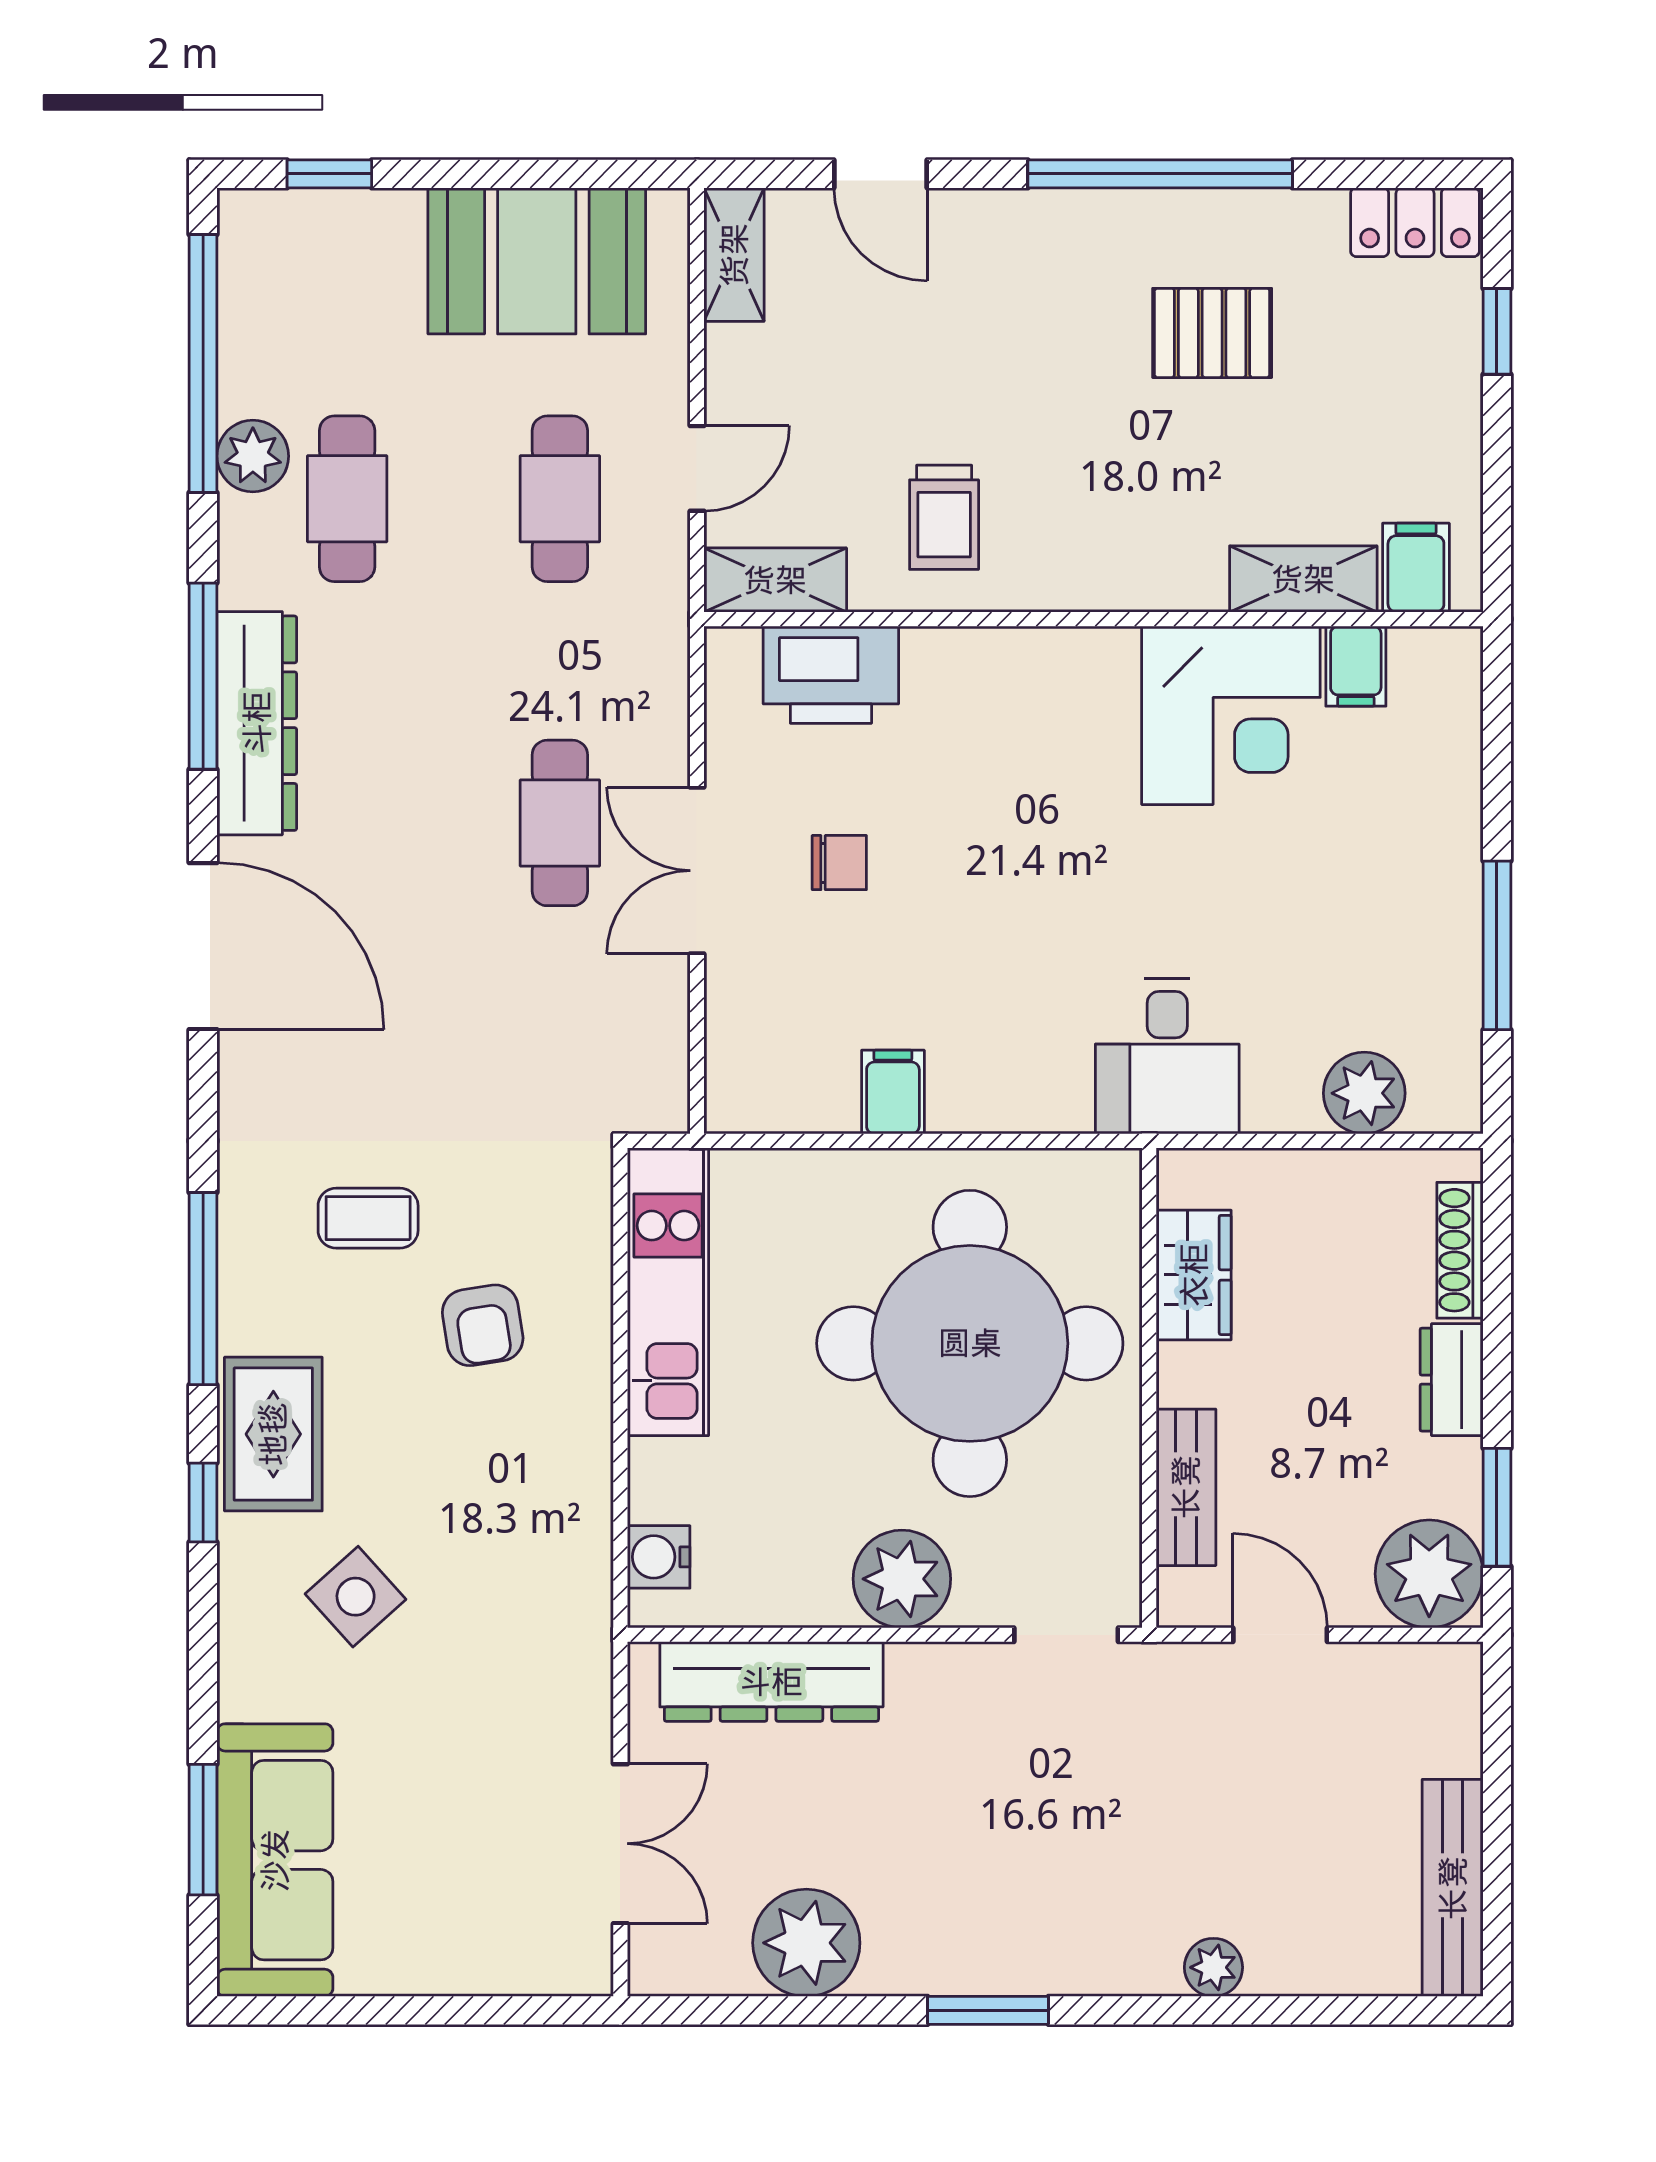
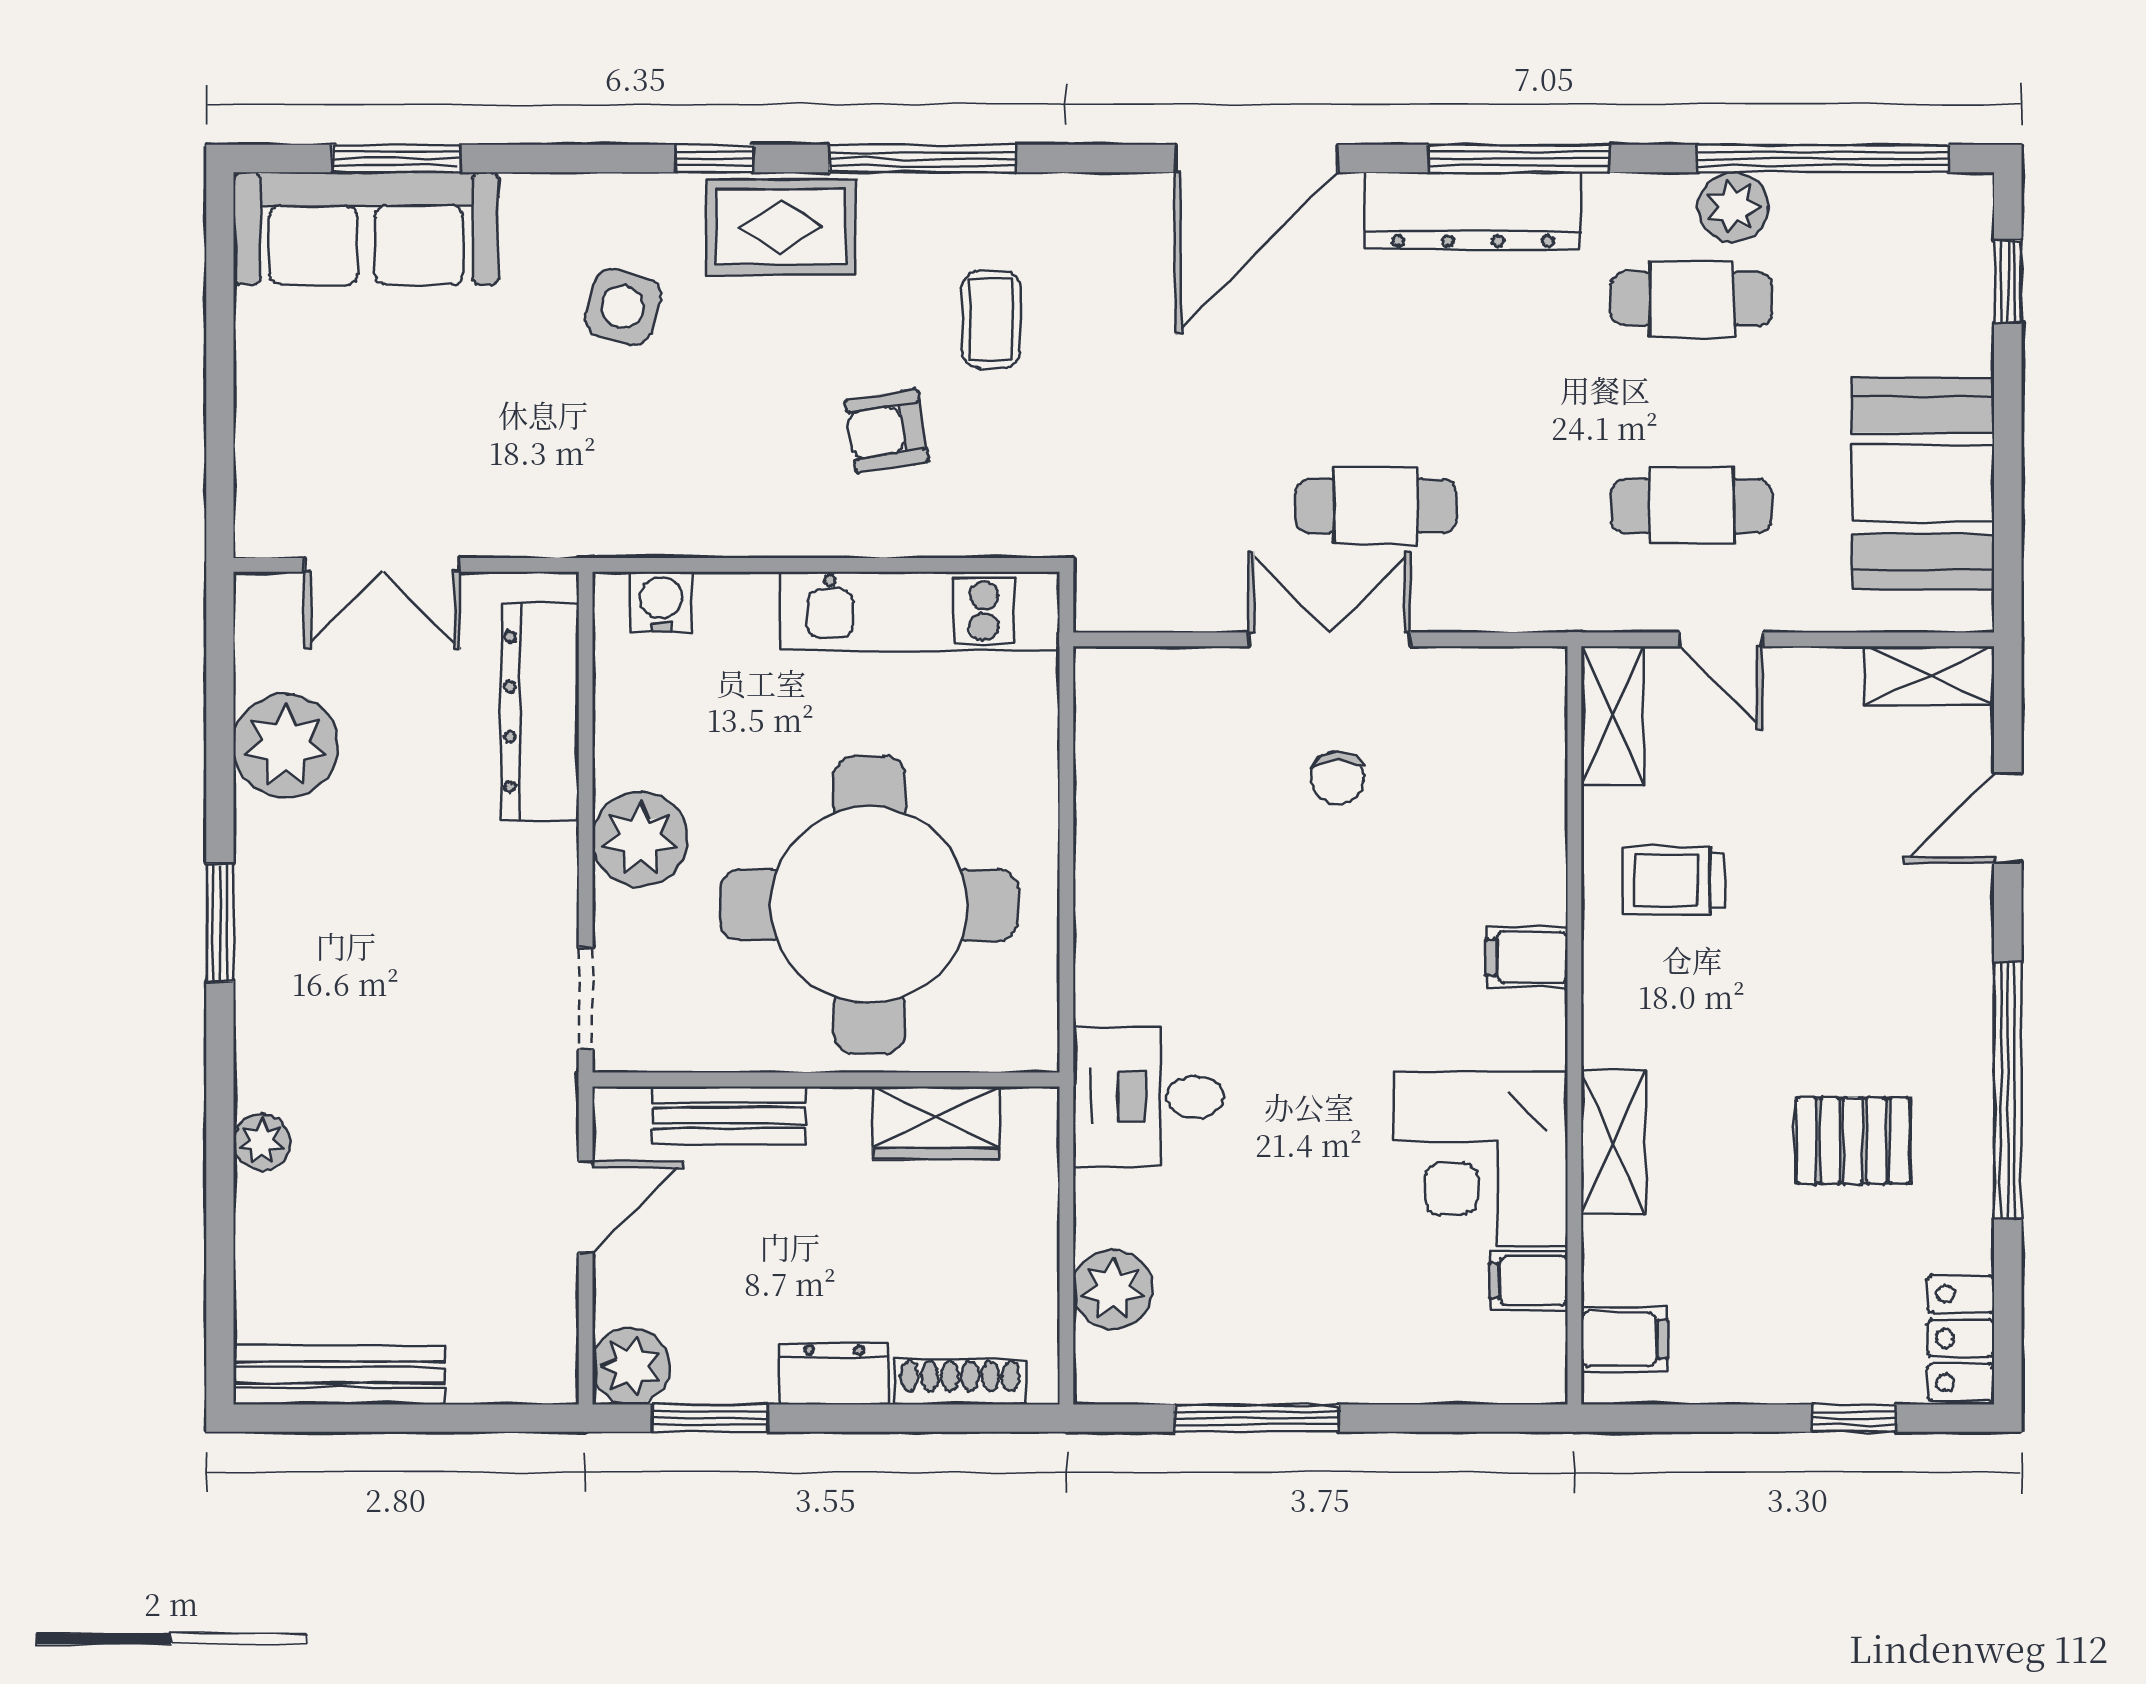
pallet: (1212, 333) -> (1853, 1141), turned 90
shelving: (1303, 579) -> (1613, 1142), moved
printer: (831, 675) -> (1520, 770), removed
filing cabinet: (893, 1092) -> (1527, 957), moved, turned 180
plant: (1429, 1574) -> (631, 1366), width x0.73, depth x0.73
side table: (356, 1597) -> (623, 307), turned -32

